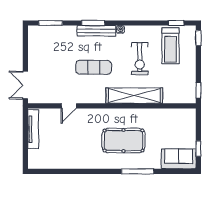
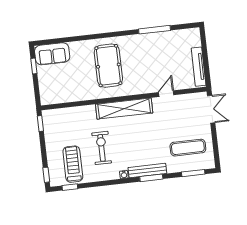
exercise mat: (94, 67) -> (188, 148), moved
shelving: (134, 96) -> (124, 109), moved
pool table: (124, 141) -> (108, 66), turned 90
window: (138, 171) -> (155, 30), moved

